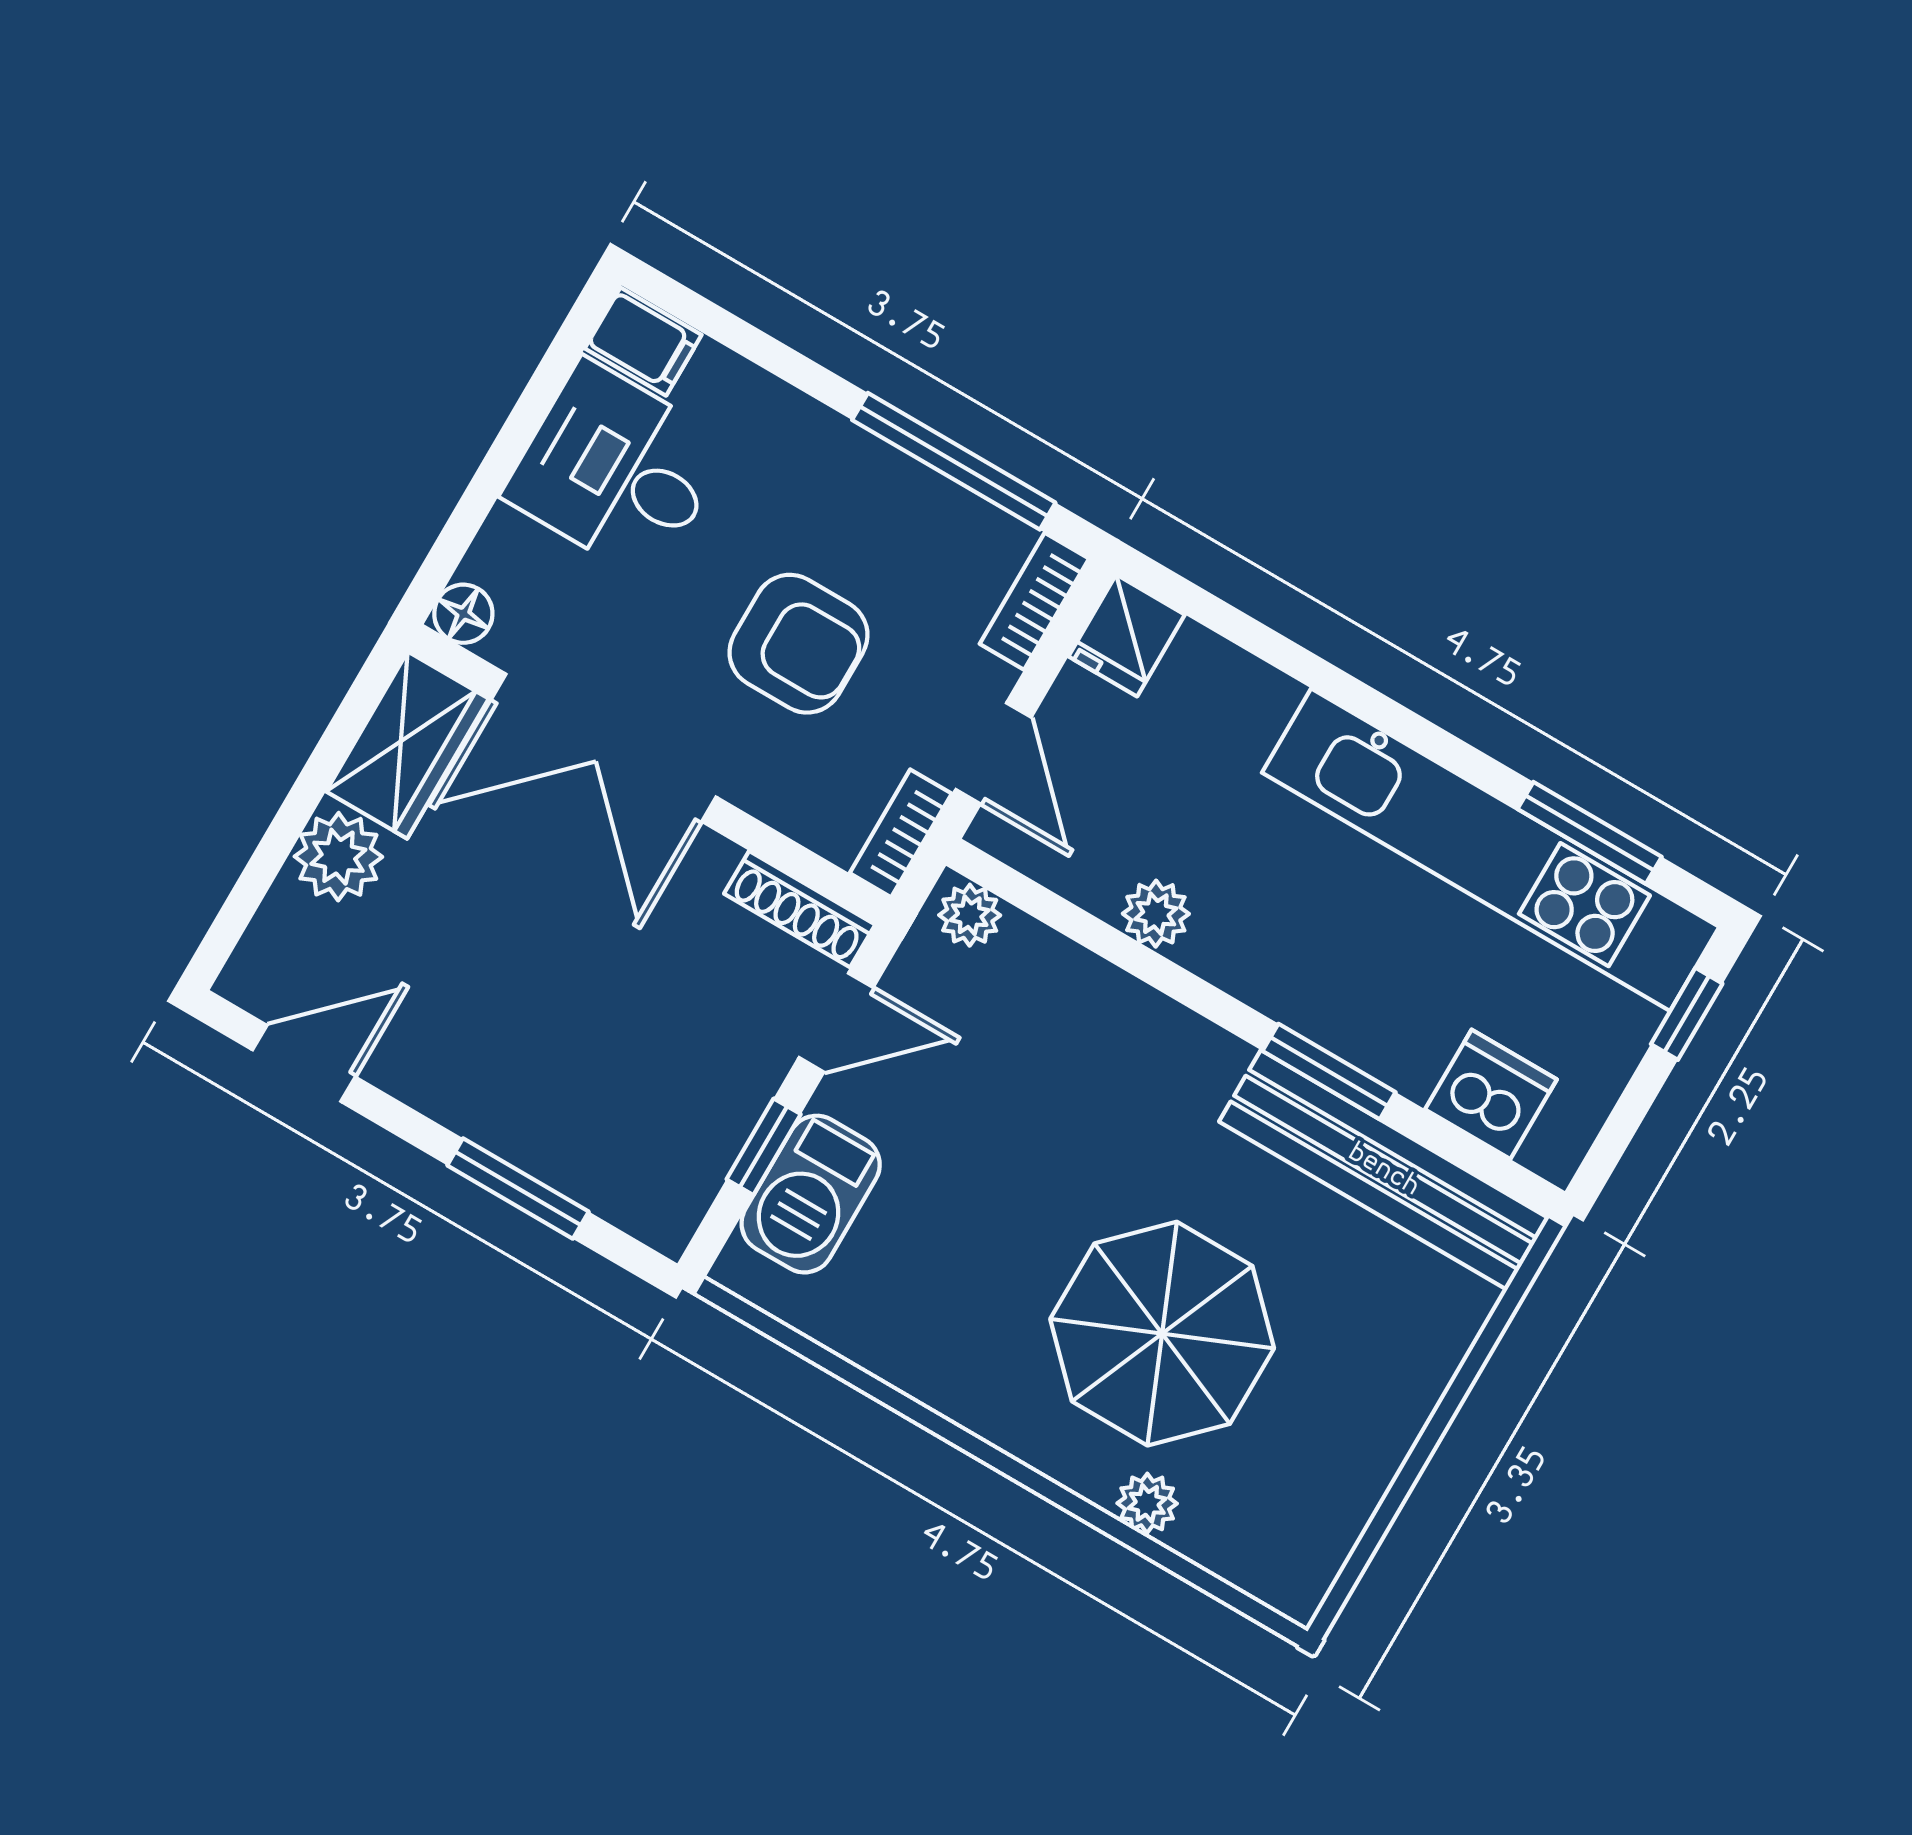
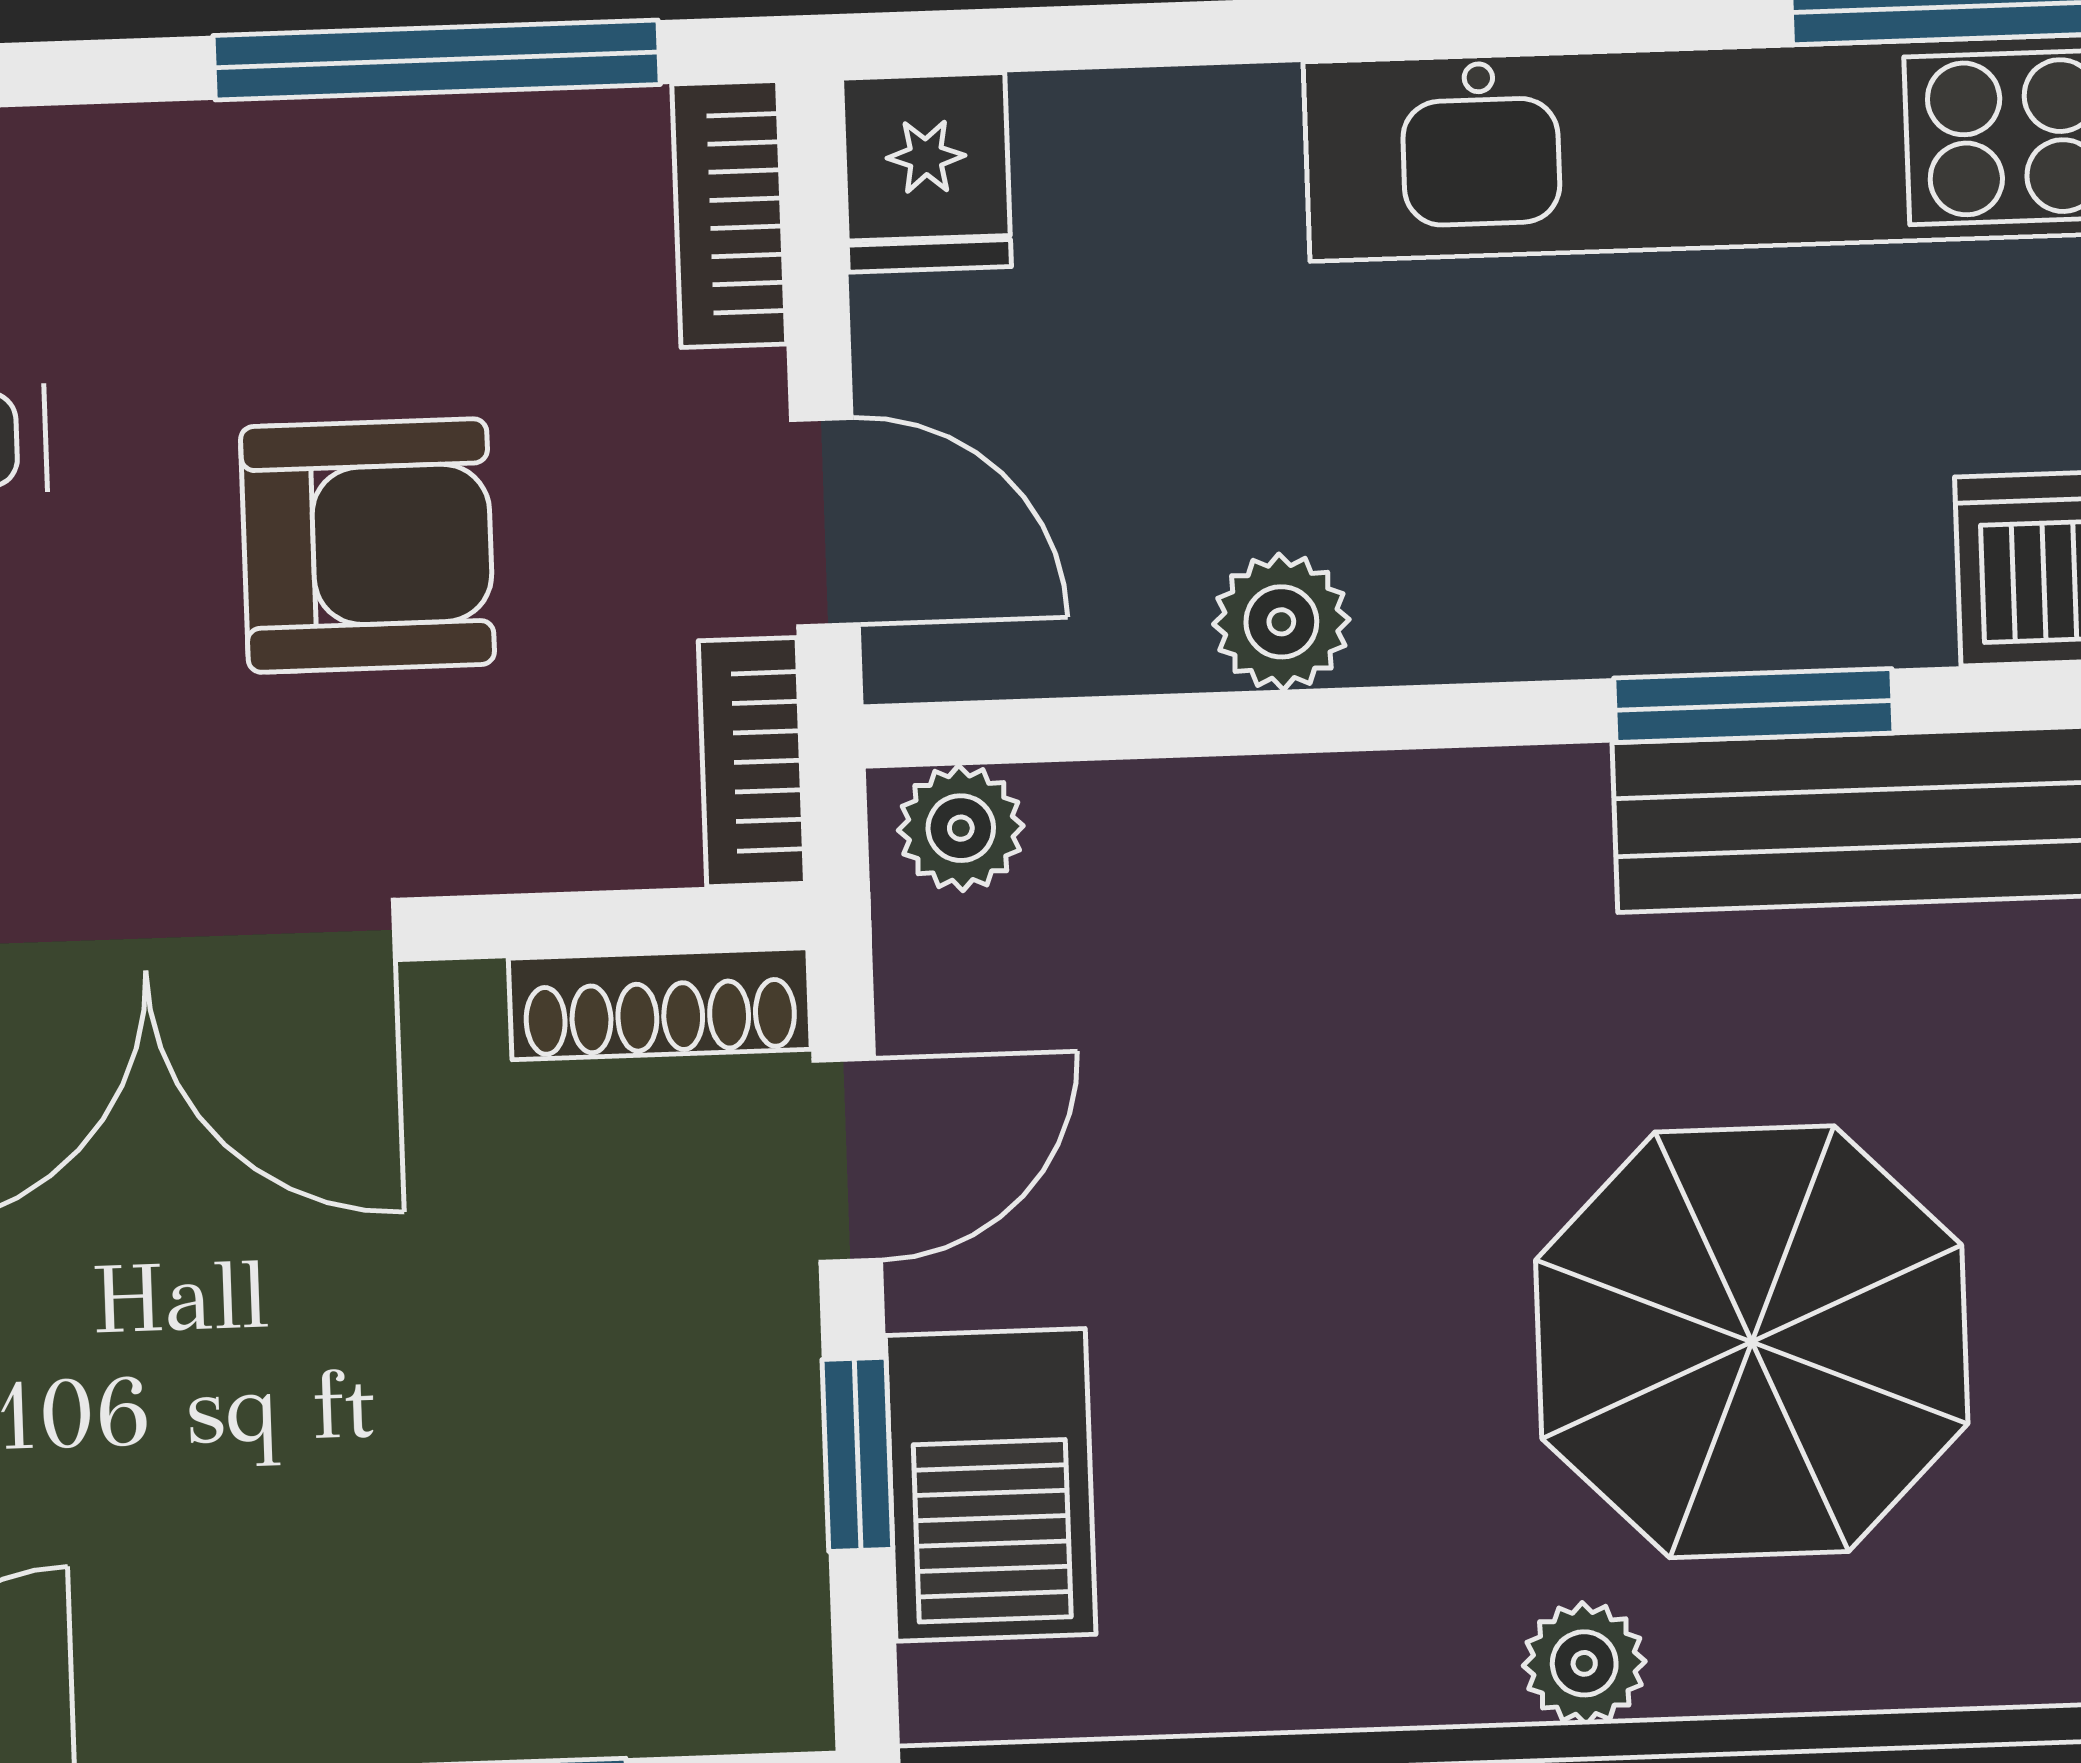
plant: (1147, 1503) -> (1584, 1663), moved

